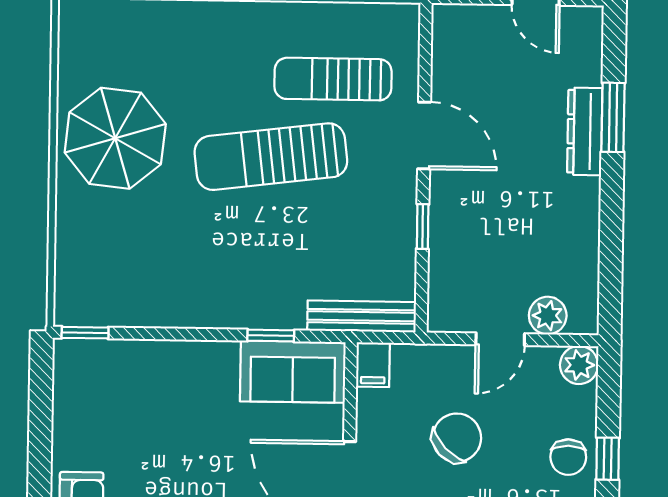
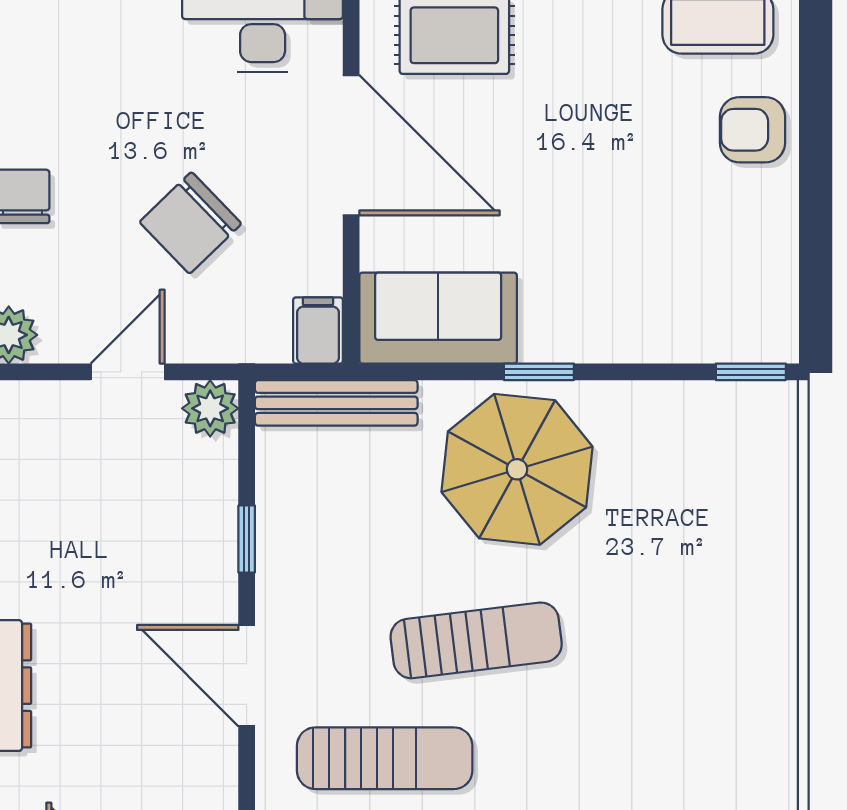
parasol: (115, 138) -> (517, 469), moved
sun lounger: (271, 157) -> (476, 640), width x0.73, depth x0.75
plant: (548, 316) -> (210, 408), moved
window: (271, 336) -> (539, 372), moved

